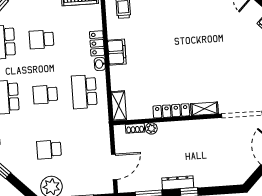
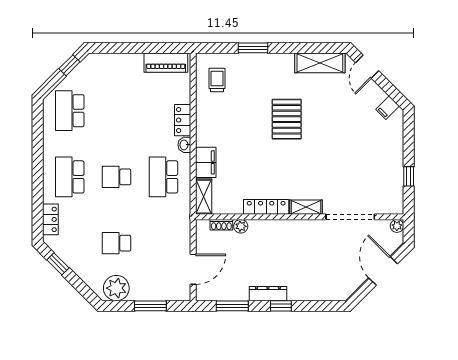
pallet: (183, 37) -> (287, 119), added
school desk: (42, 39) -> (117, 111), removed
filing cabinet: (117, 52) -> (206, 162), moved

